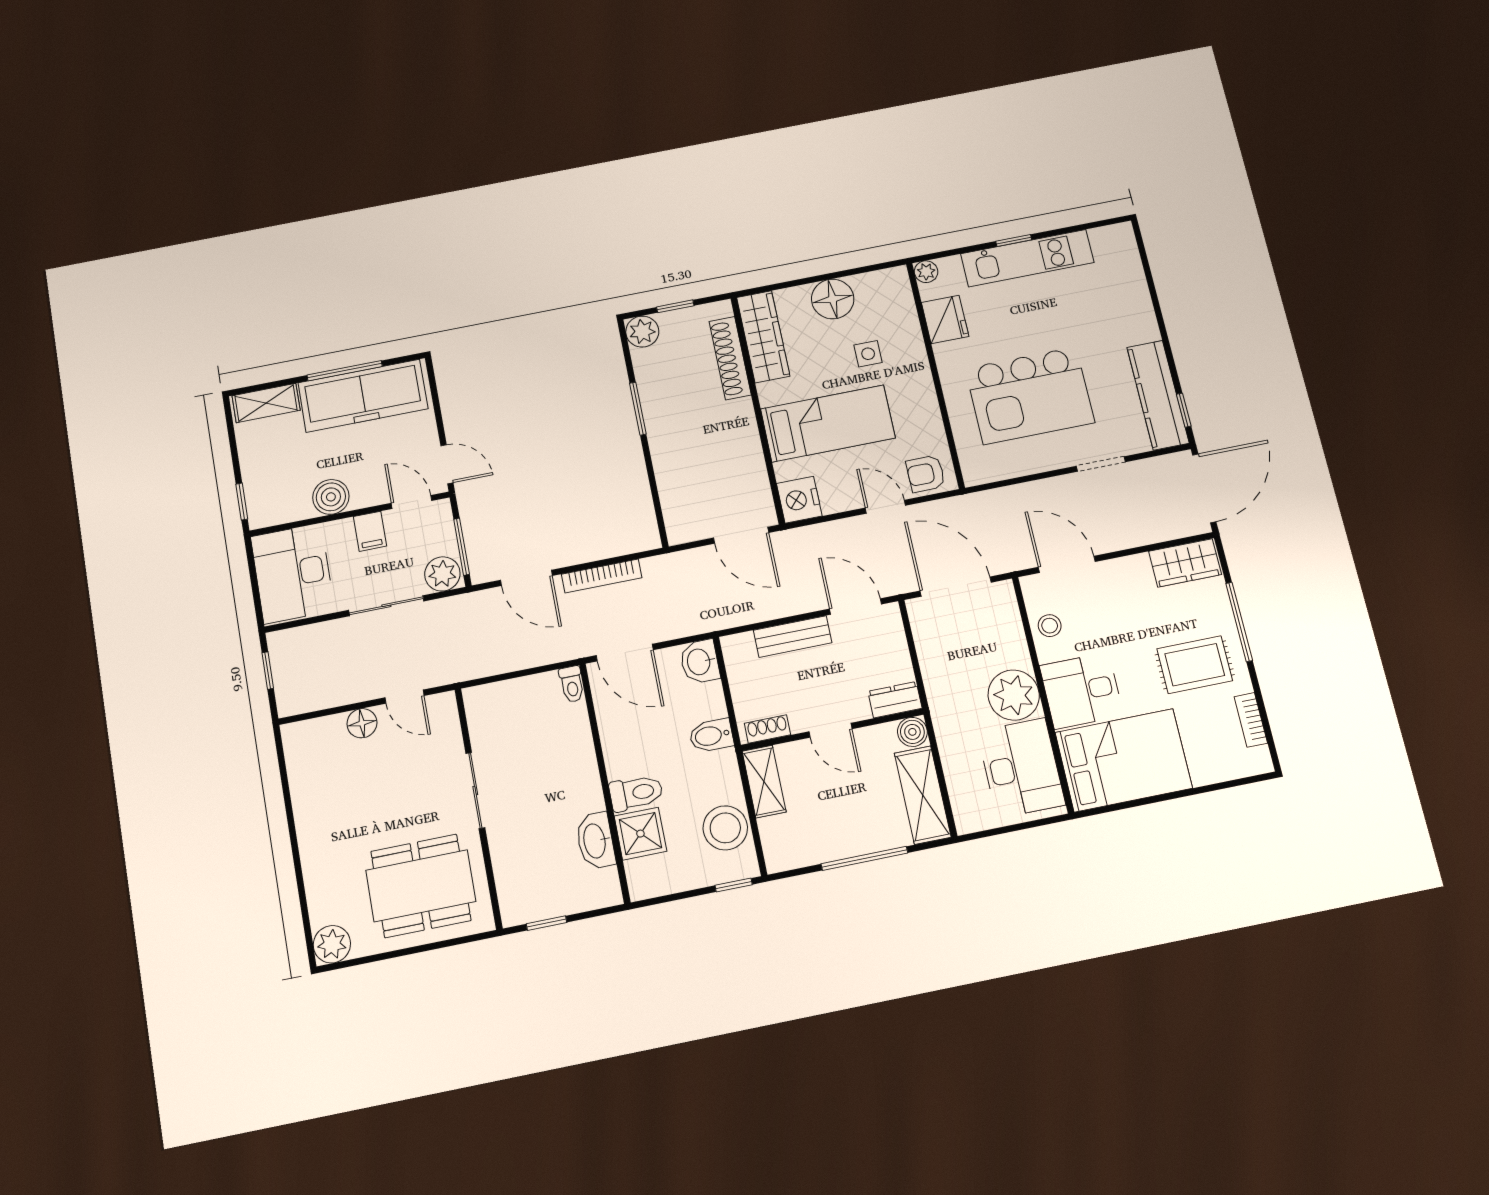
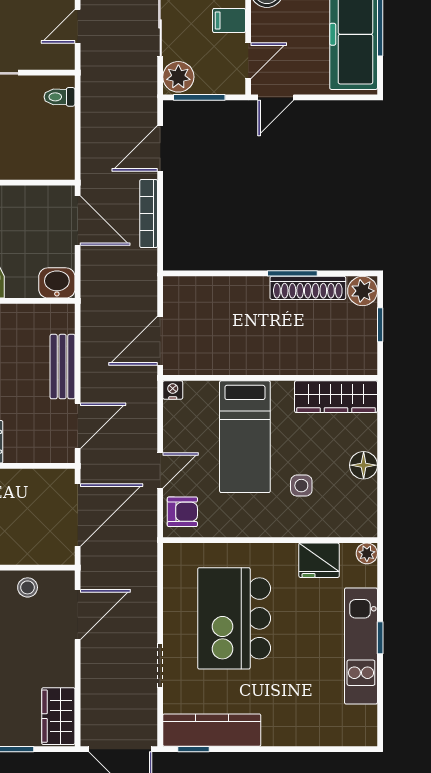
floor lamp: (833, 299) -> (364, 465), width x0.73, depth x0.73
shoe rack: (730, 358) -> (308, 288), moved, turned 180
armchair: (926, 474) -> (182, 512), turned 90
nightstand: (799, 500) -> (173, 390), width x0.53, depth x0.56
door: (625, 653) -> (78, 221), swing flipped
toilet: (572, 684) -> (59, 97), moved

